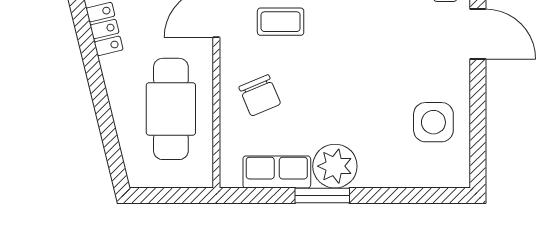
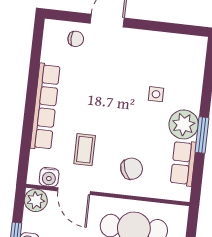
side table: (433, 122) -> (156, 94), moved, width x0.54, depth x0.54

